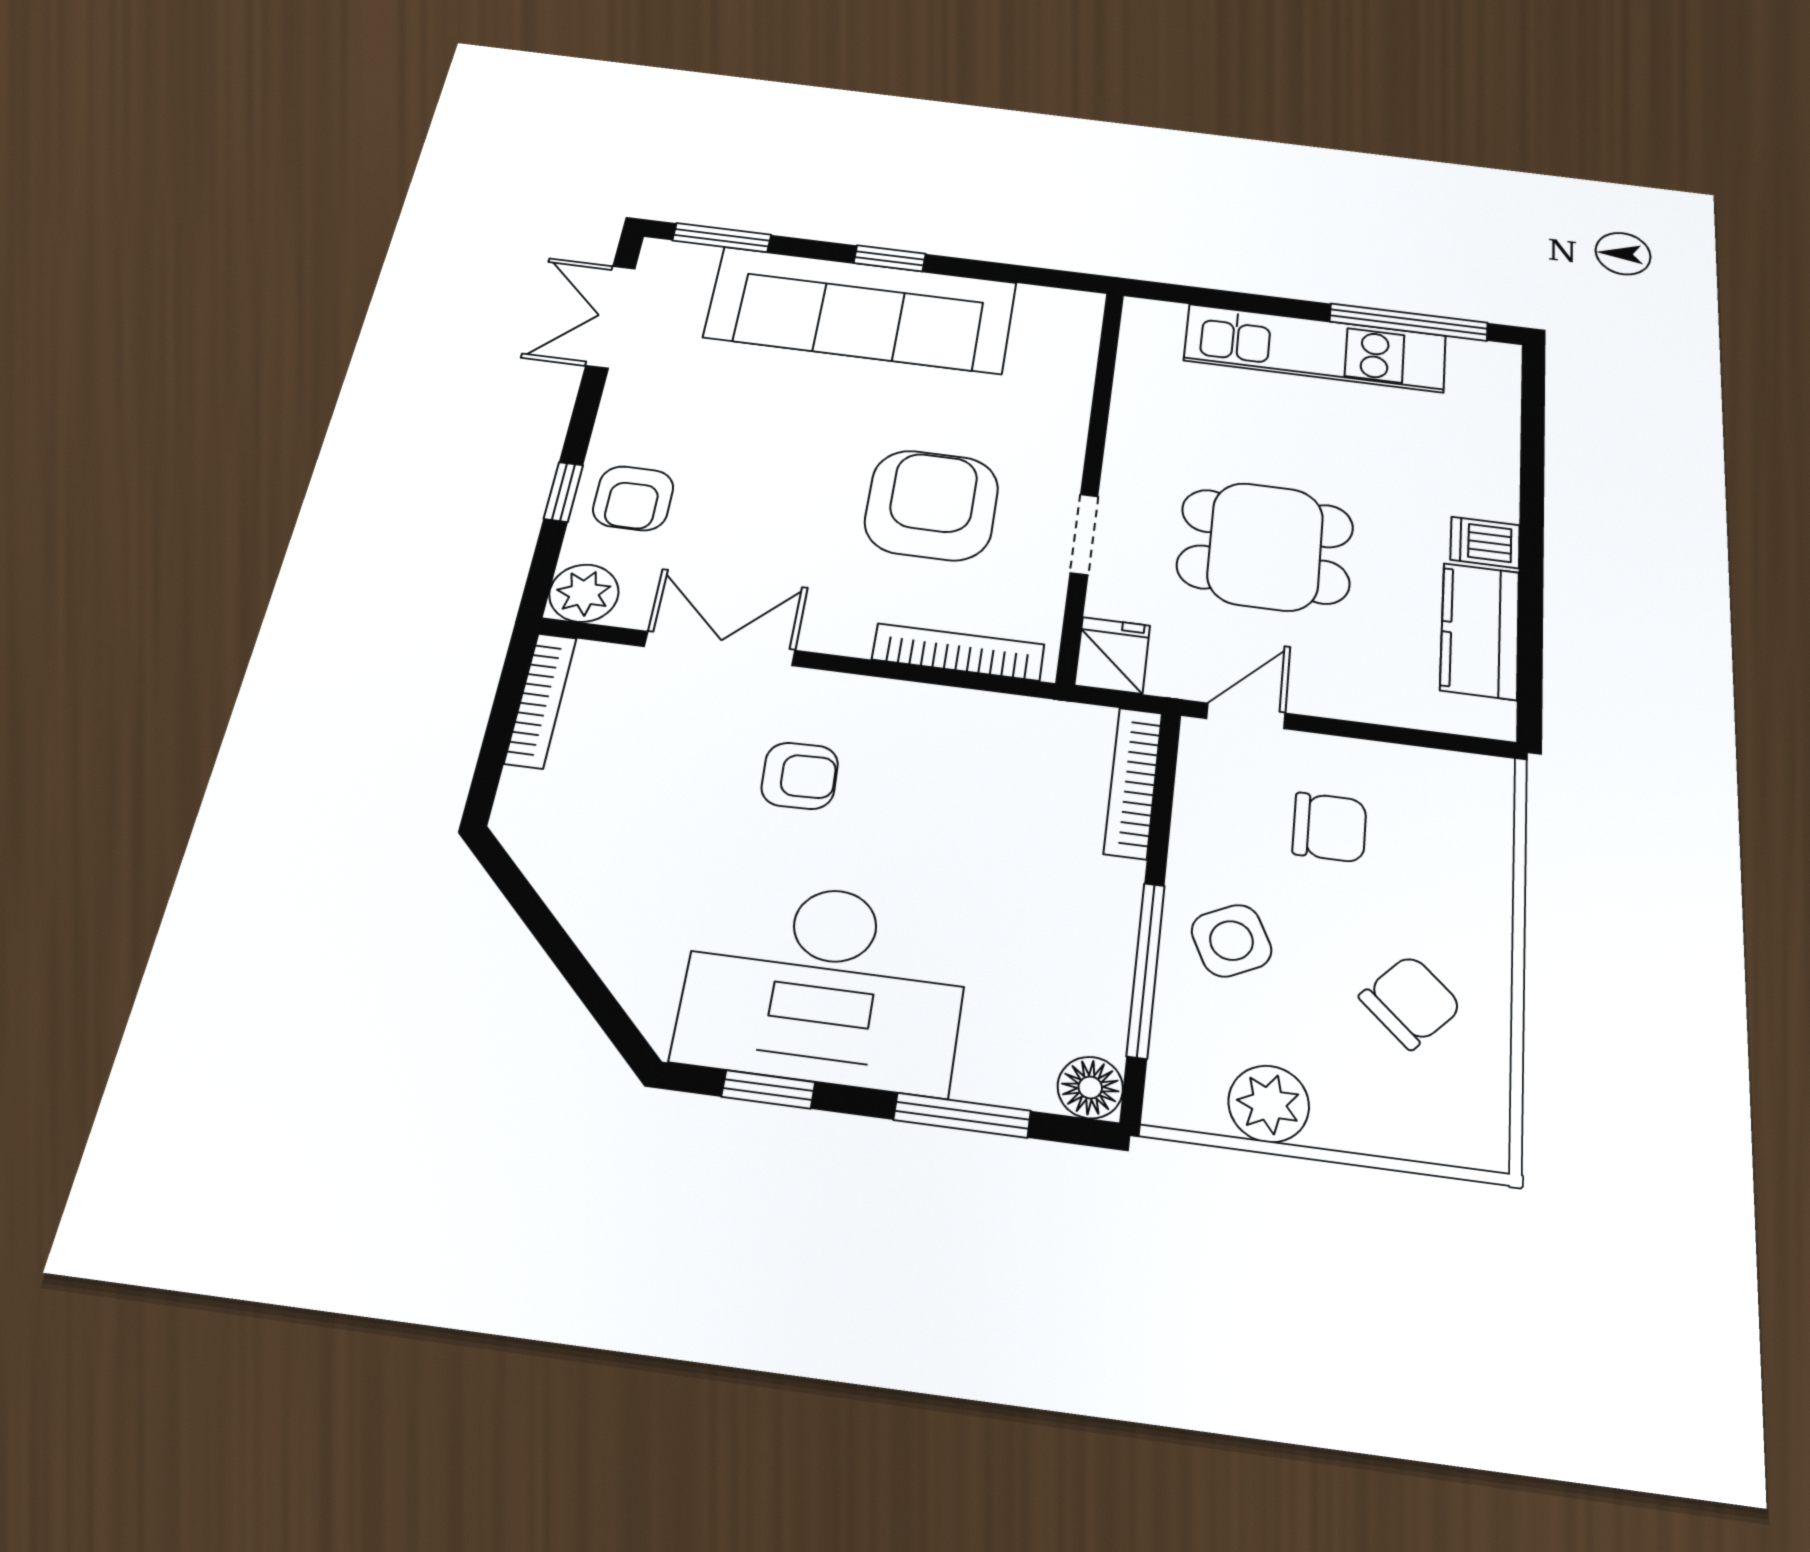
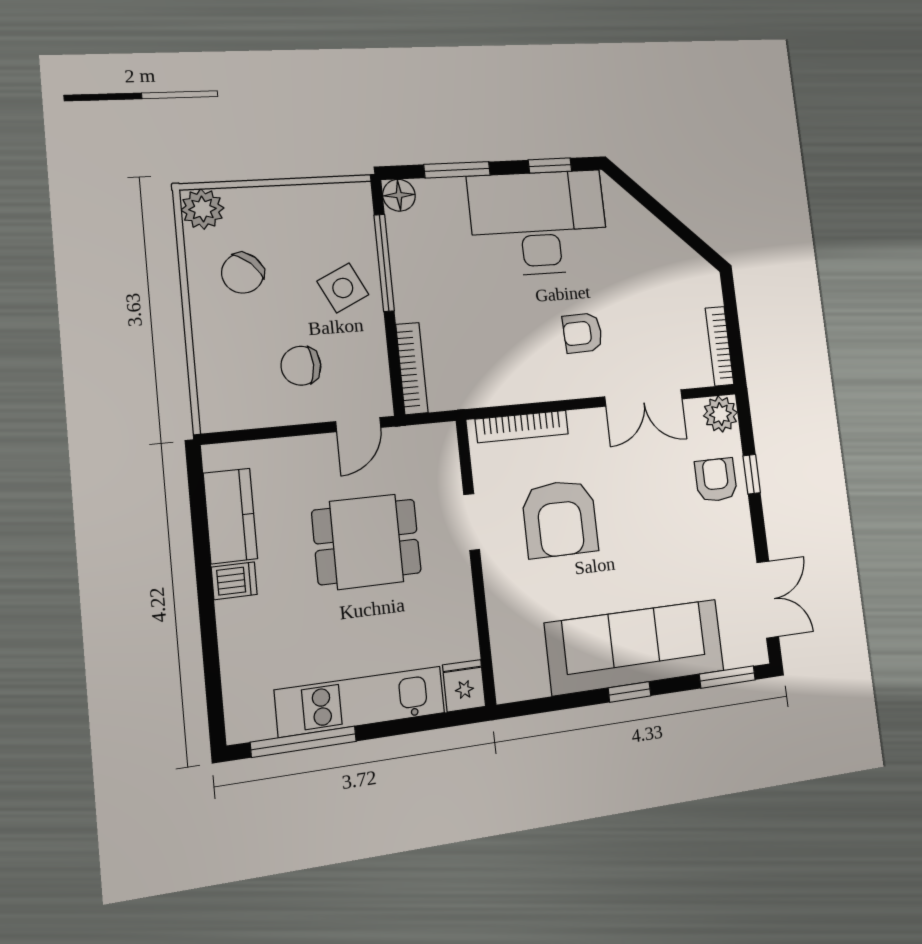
fridge: (1112, 655) -> (464, 686), moved, turned 180
plant: (1269, 1104) -> (202, 209), moved

